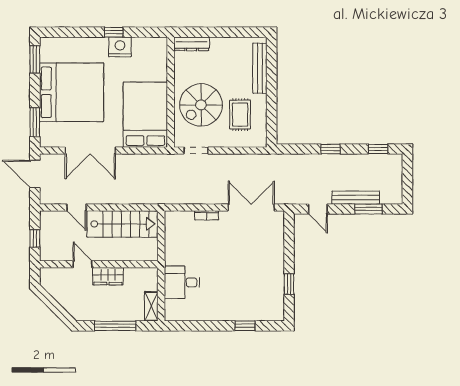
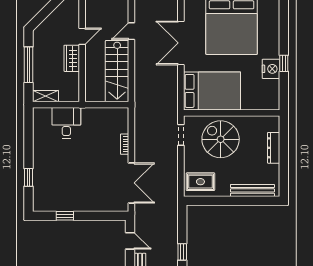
dresser: (192, 44) -> (274, 148), moved
rug: (240, 115) -> (200, 182), moved
door: (318, 209) -> (130, 241), swing flipped

